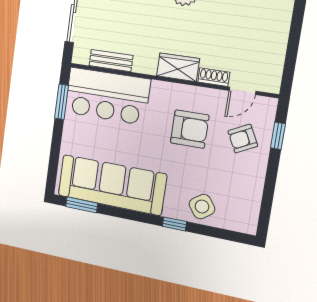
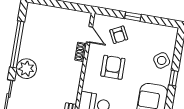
wardrobe: (178, 67) -> (74, 74), removed
window: (278, 136) -> (133, 17), moved

